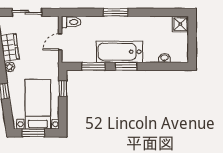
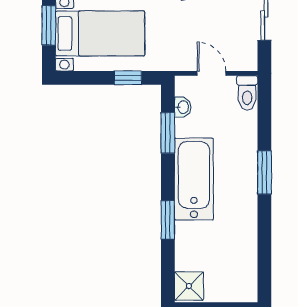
shower: (180, 24) -> (189, 286), moved
washbasin: (164, 58) -> (183, 107), moved
window: (126, 66) -> (168, 220), moved

